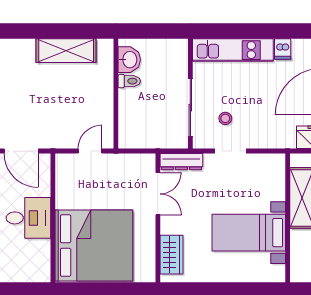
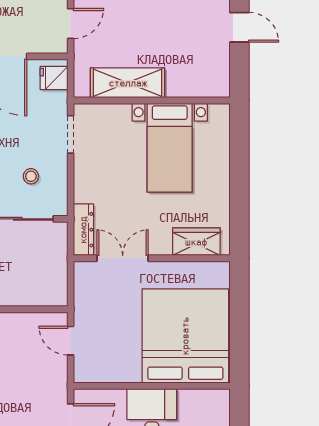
doorway: (230, 151) -> (71, 134), moved

